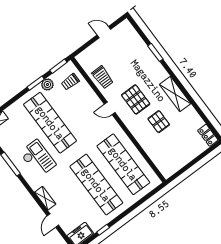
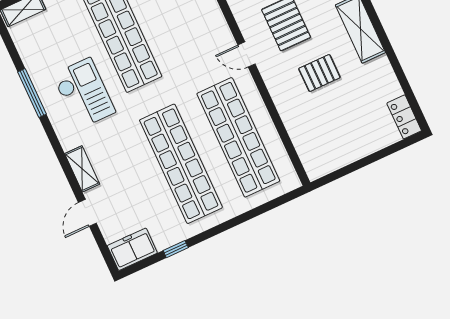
door: (110, 108) -> (247, 54), moved
pallet: (159, 122) -> (319, 73), turned 90

